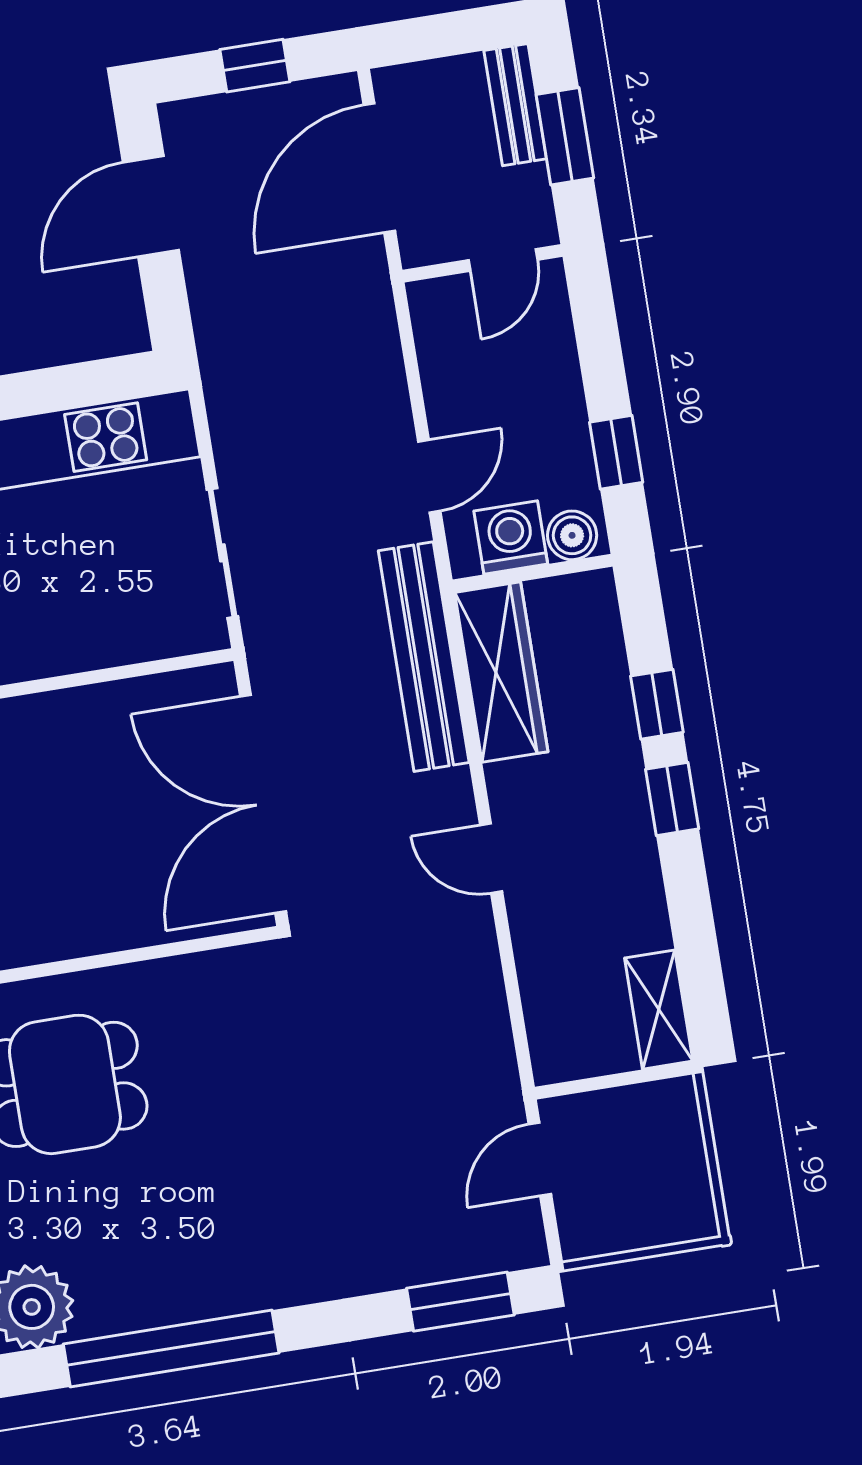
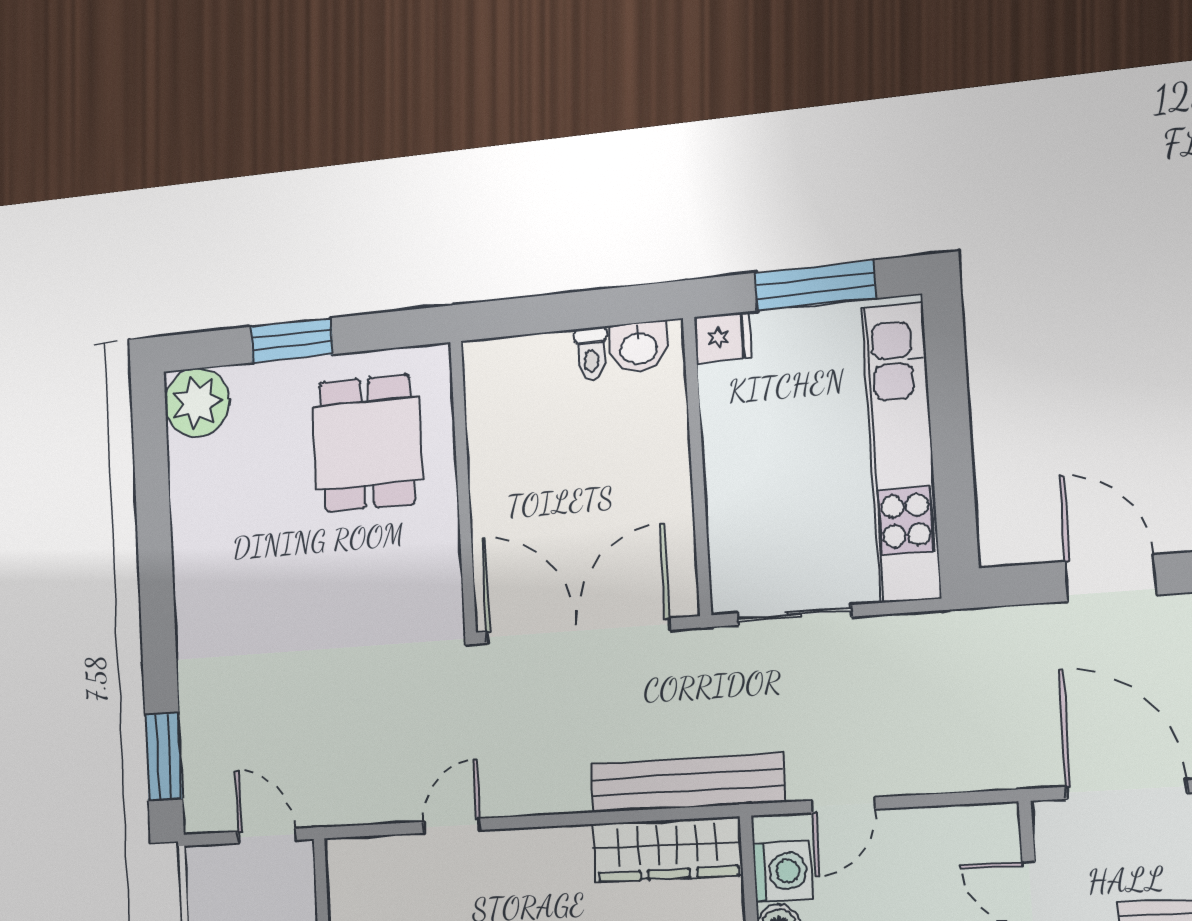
door: (429, 476) -> (843, 805), hinge flipped
door: (491, 858) -> (452, 826), moved
window: (171, 1349) -> (153, 515), removed

